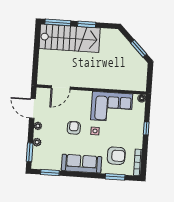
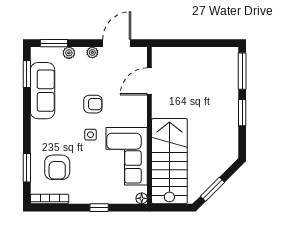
stairs: (70, 38) -> (169, 161), moved, turned 180
door: (61, 87) -> (149, 81), hinge flipped
sofa: (81, 164) -> (43, 91), moved

